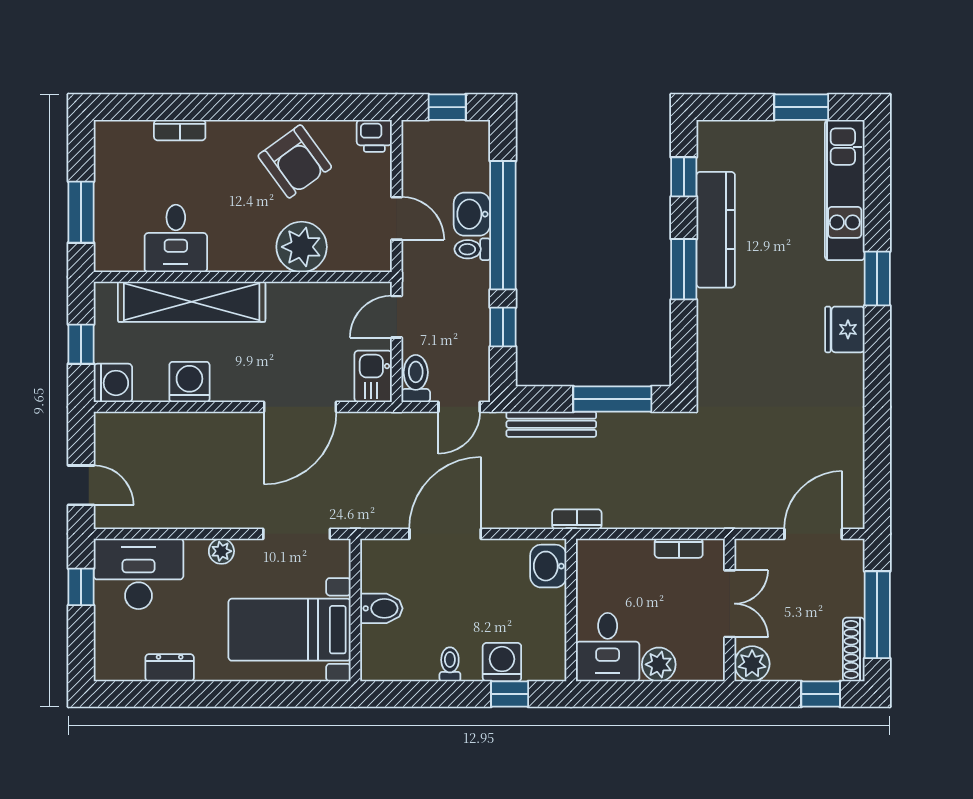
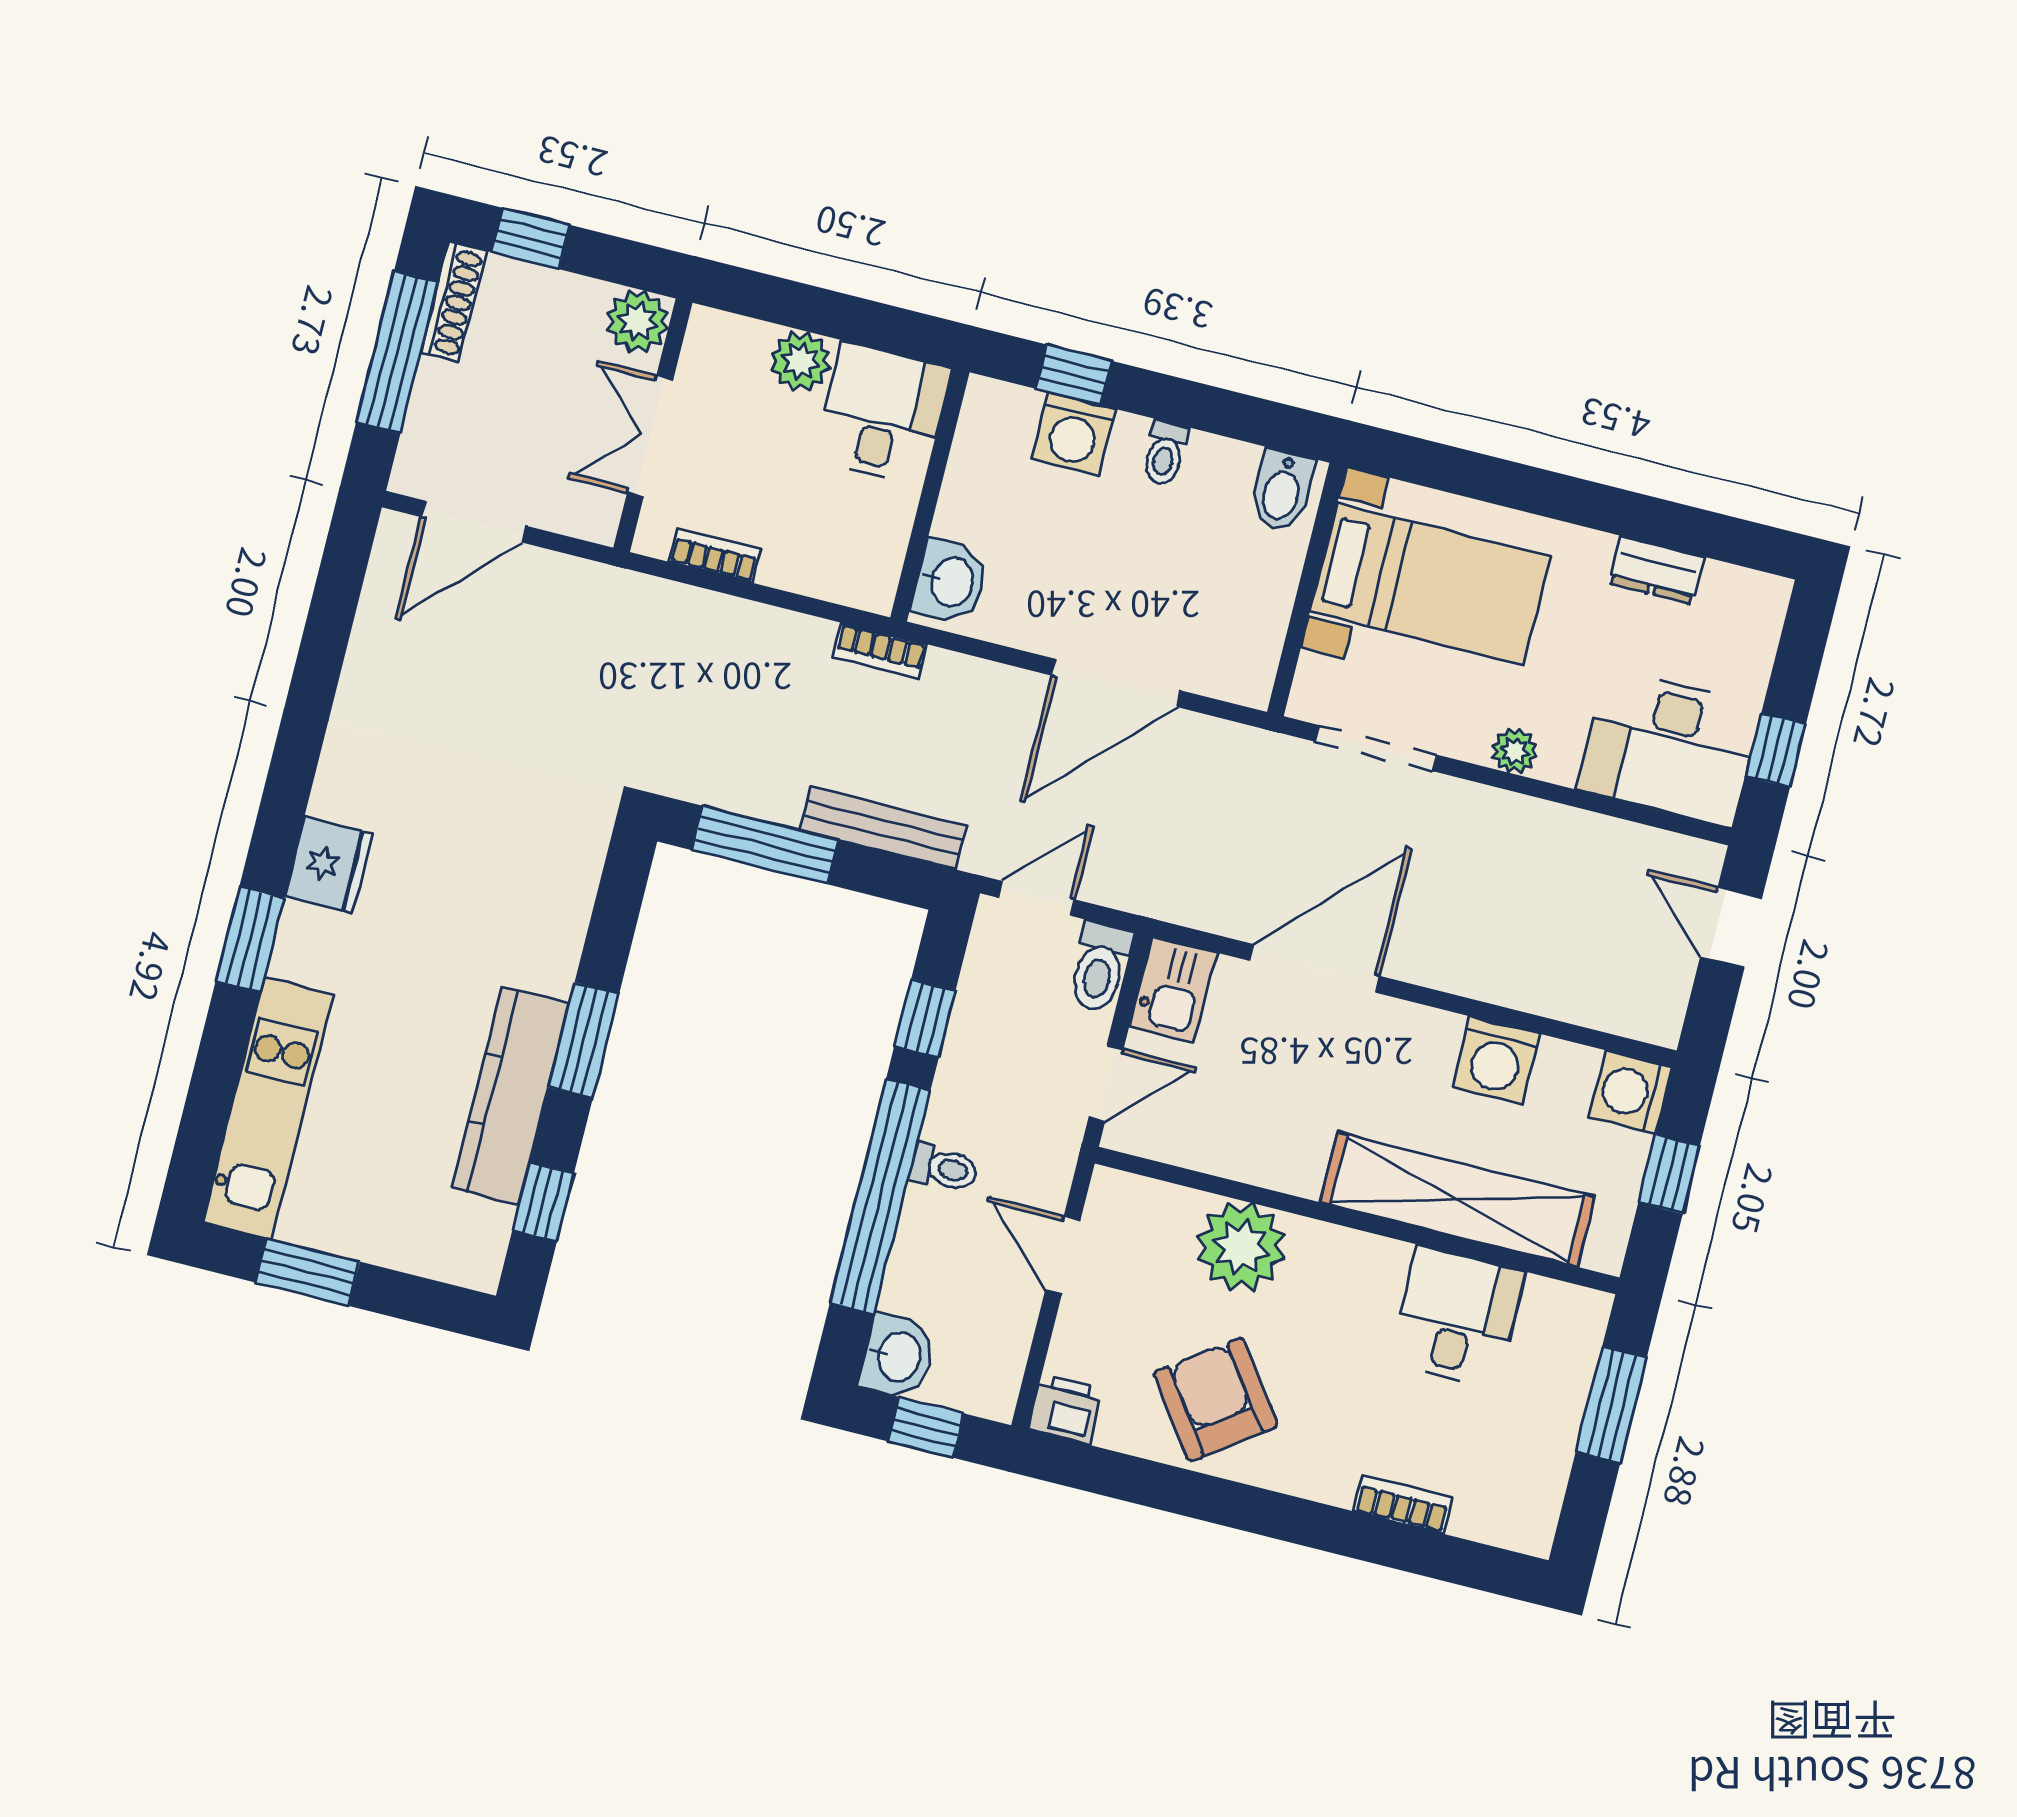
washbasin: (472, 214) -> (898, 1357), moved
bidet: (381, 608) -> (1282, 490), moved, turned -90

